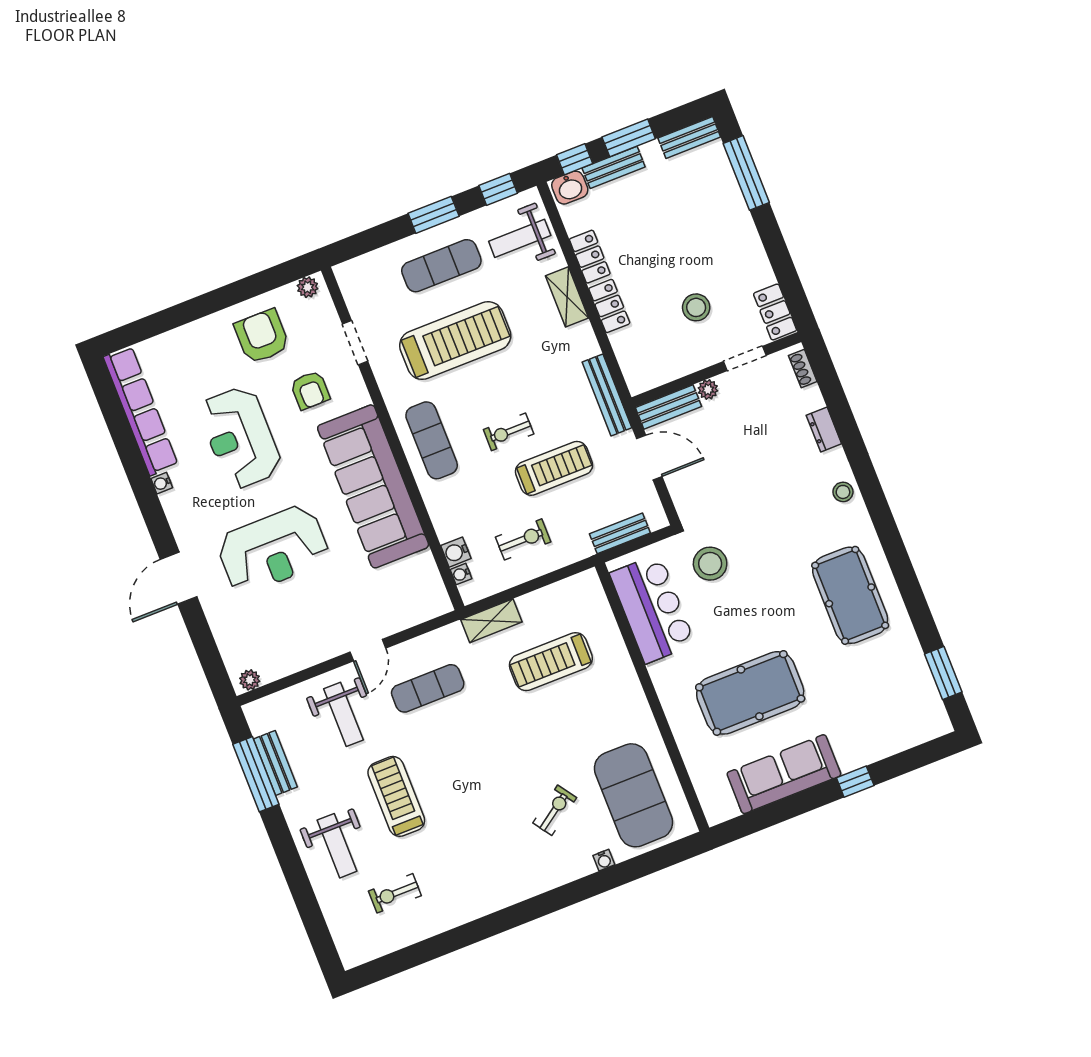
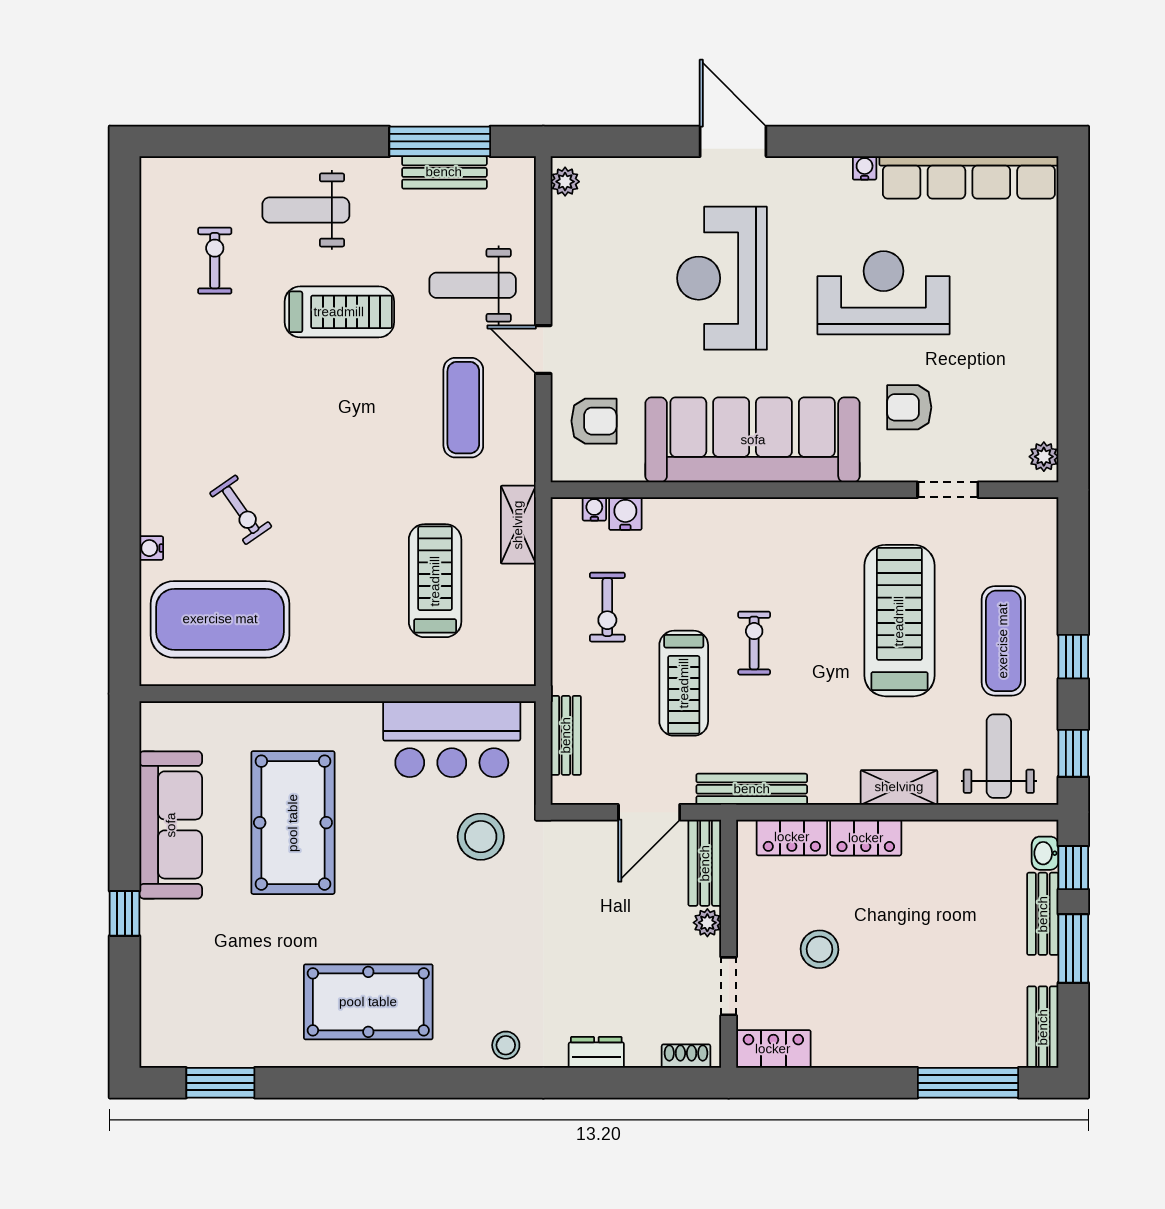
washbasin: (570, 188) -> (1045, 853), width x0.72, depth x0.69
window: (434, 215) -> (1073, 657), width x0.67
locker: (590, 257) -> (792, 837), moved
armchair: (262, 336) -> (594, 421), moved, width x0.72, depth x0.72
treadmill: (455, 341) -> (899, 621), turned 180
exercise mat: (432, 440) -> (782, 539), removed

